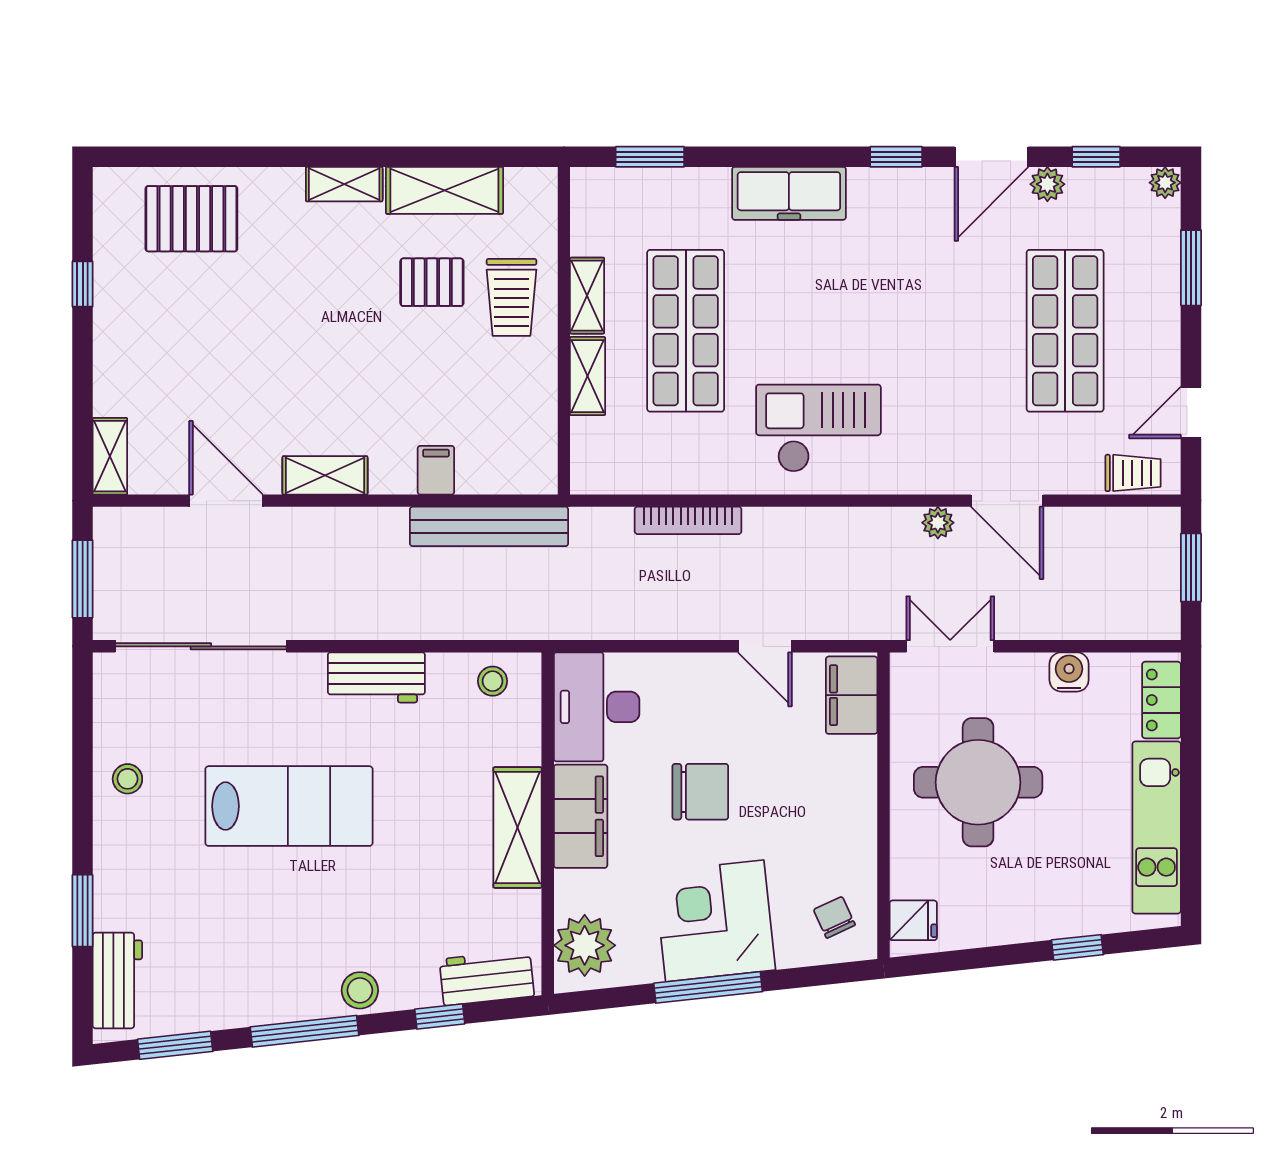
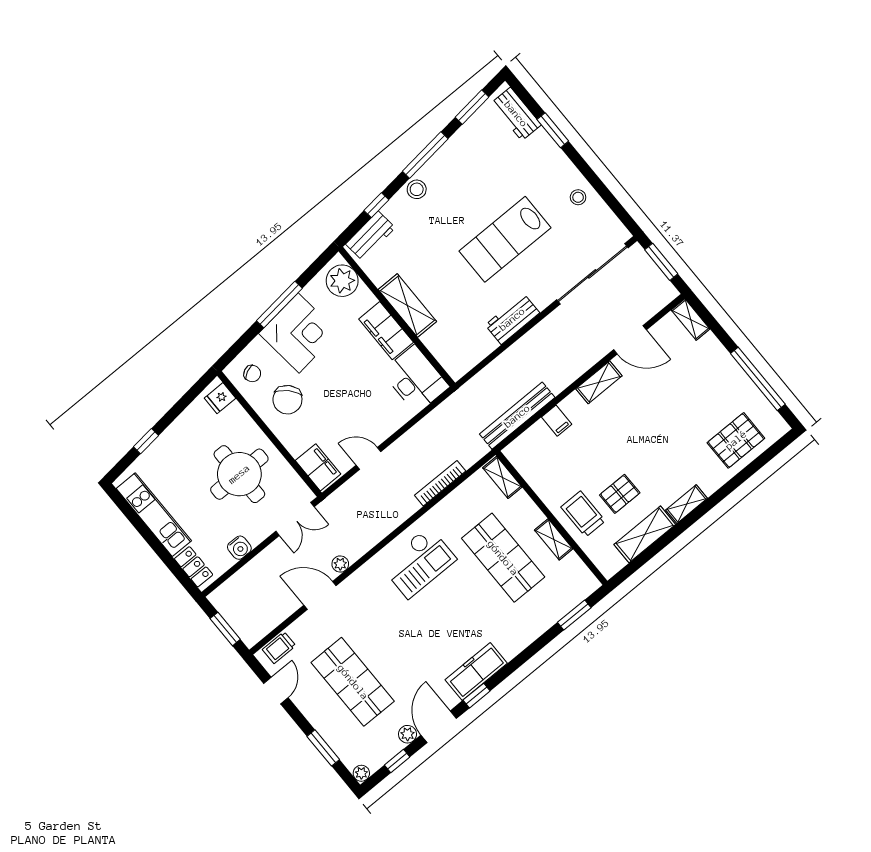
freezer: (789, 193) -> (476, 671), moved
window: (83, 284) -> (758, 379), width x3.17
shelving: (588, 376) -> (502, 477), moved
stool: (493, 681) -> (465, 355), removed
chair: (700, 792) -> (287, 400), moved, turned -44

